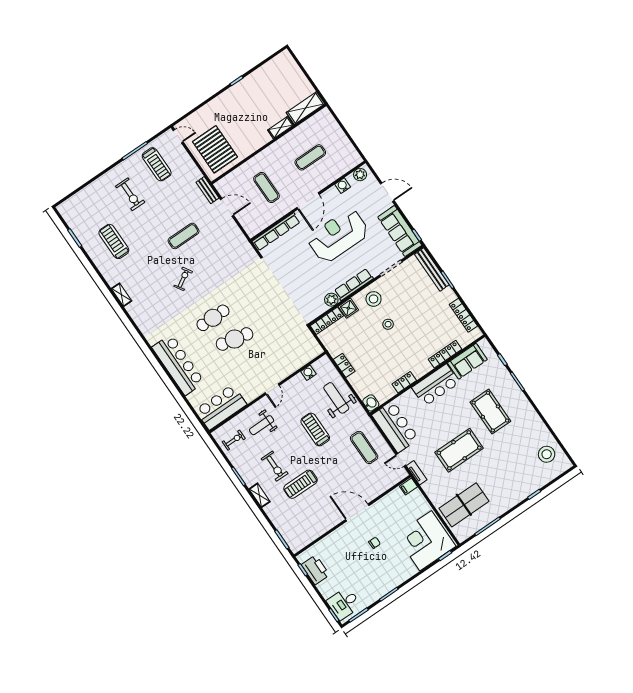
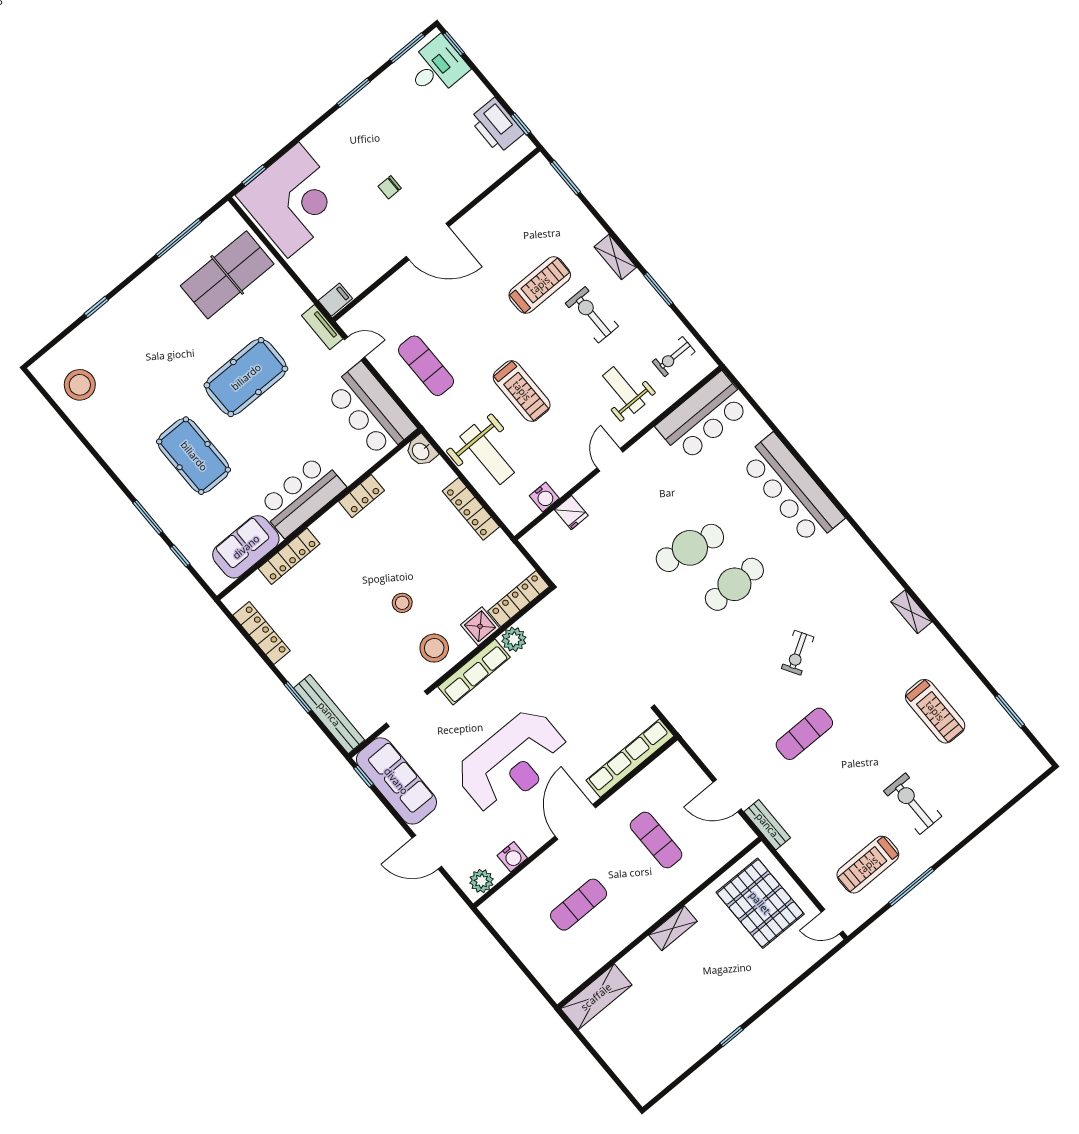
shelving: (281, 128) -> (673, 928), moved
treadmill: (157, 164) -> (868, 865), turned -90
fridge: (295, 363) -> (571, 513), added
locker: (344, 365) -> (471, 509), width x1.53
weight bench: (262, 425) -> (624, 390), turned -90

